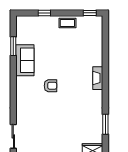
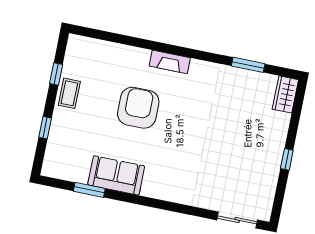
window: (90, 13) -> (56, 74), moved
armchair: (50, 86) -> (138, 108), moved, width x1.88, depth x1.88

